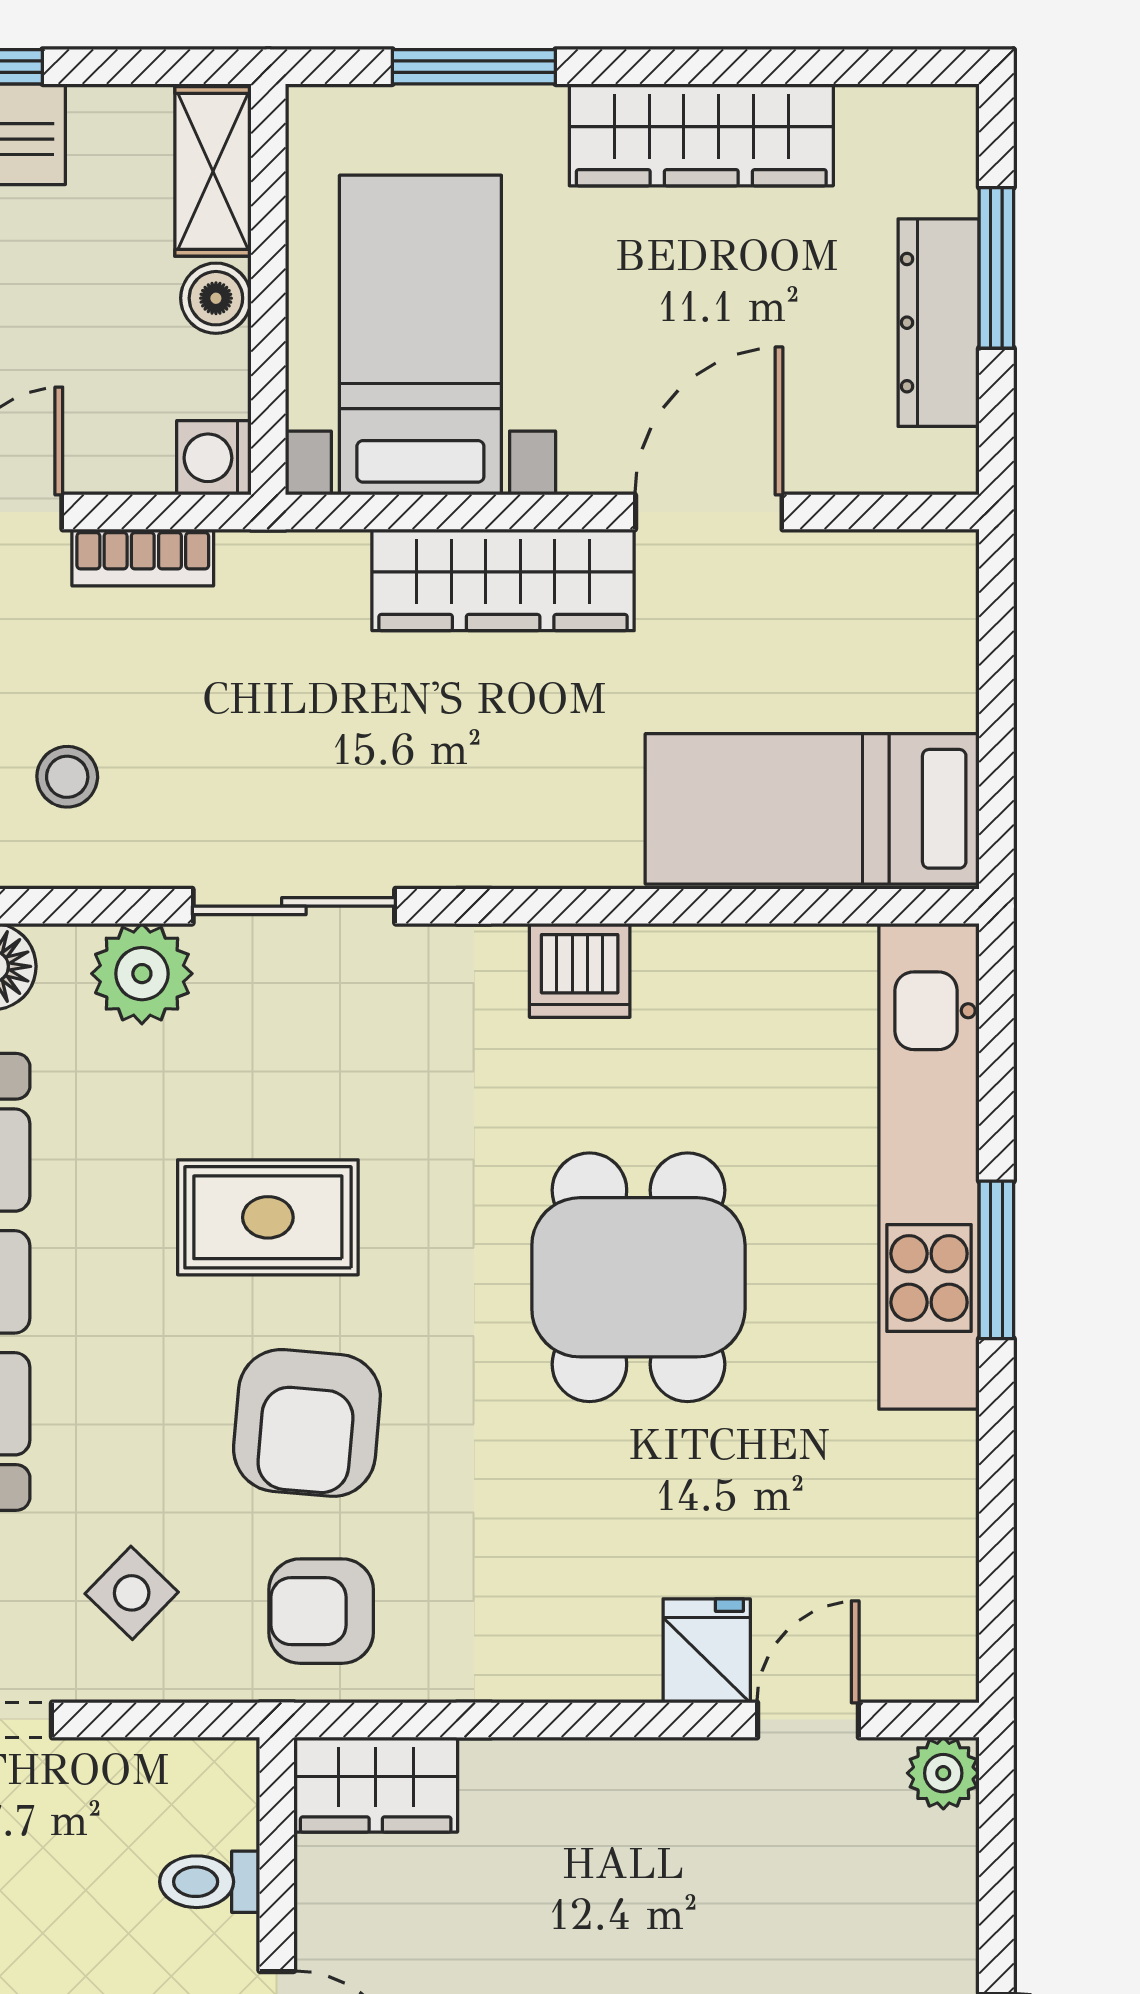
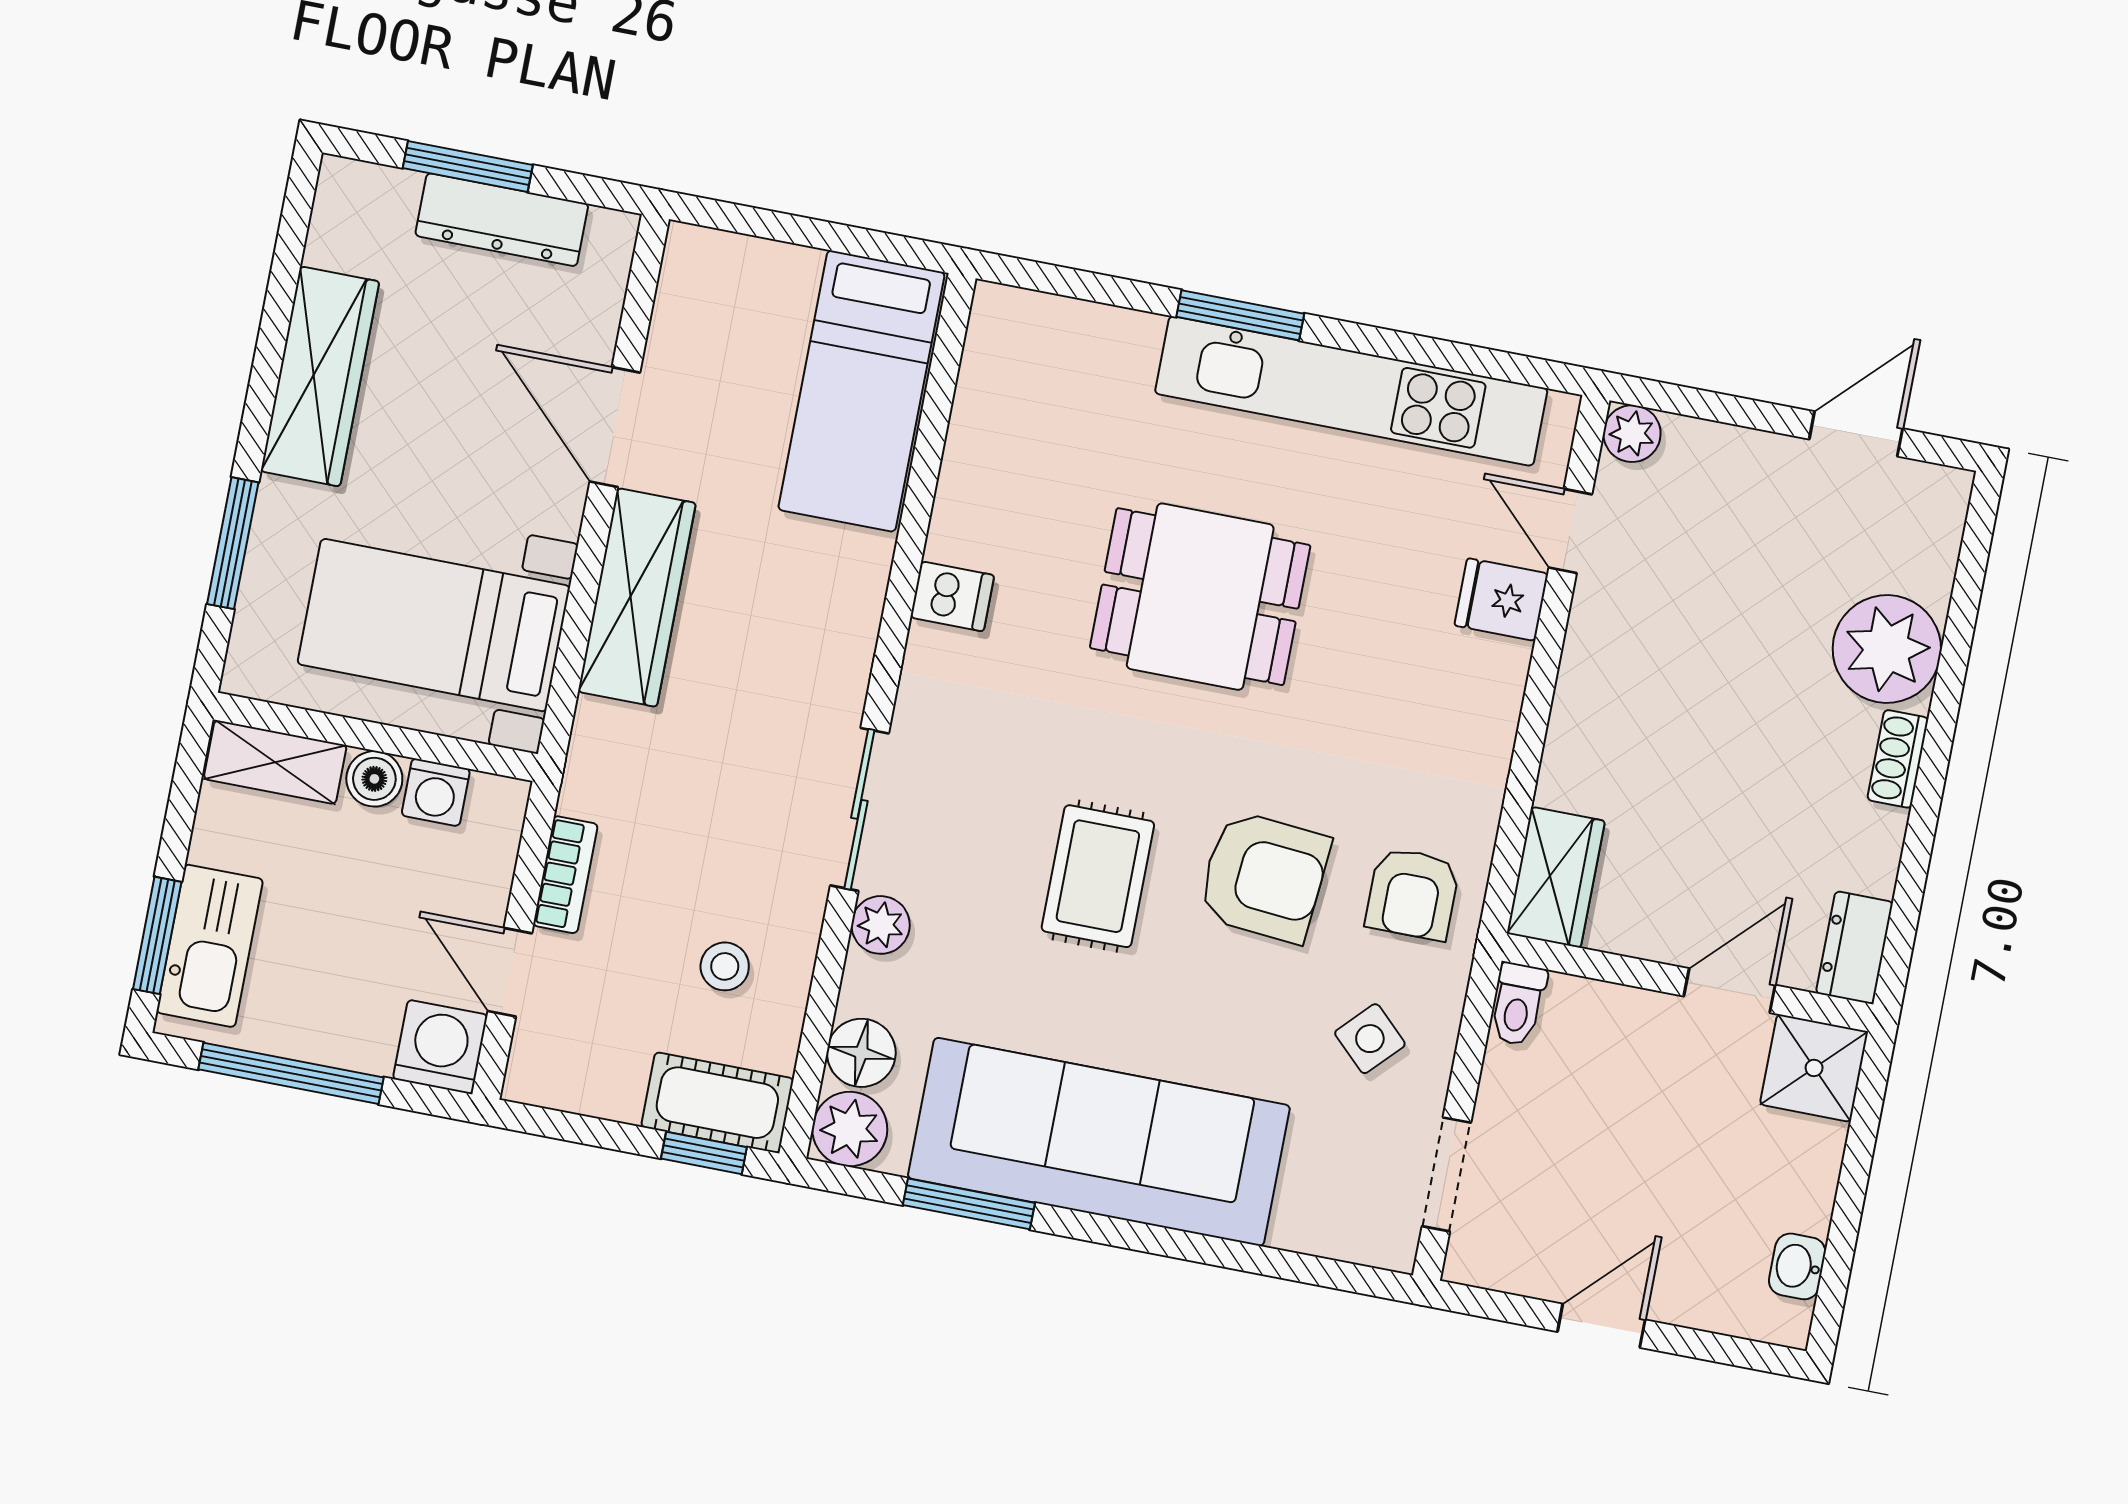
washing machine: (214, 458) -> (436, 792), moved
dishwasher: (580, 970) -> (952, 596), width x0.73
plant: (142, 974) -> (881, 925), width x0.73, depth x0.73
kitchen unit: (929, 1166) -> (1351, 391), moved
toilet: (210, 1882) -> (1518, 1004), moved

